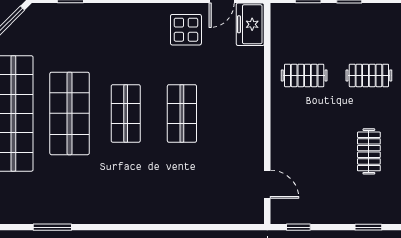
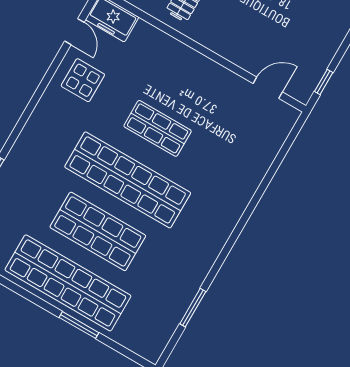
shop shelf: (126, 113) -> (128, 180), width x2.00, depth x1.36

